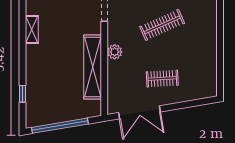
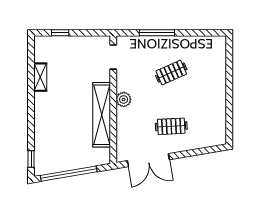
clothes rail: (162, 25) -> (171, 73), width x0.73
window: (22, 94) -> (31, 159), moved

